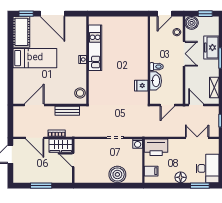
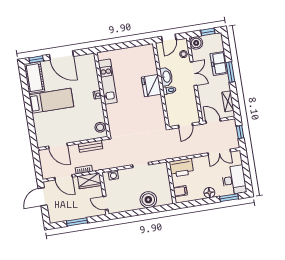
washbasin: (156, 81) -> (166, 77), moved
fridge: (141, 86) -> (151, 86), moved, width x1.88, depth x1.34
door: (34, 105) -> (58, 146), swing flipped
double door: (197, 138) -> (219, 152), swing flipped
washing machine: (138, 144) -> (113, 175), moved
door: (73, 160) -> (106, 203), moved

